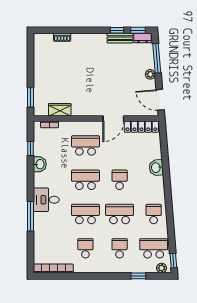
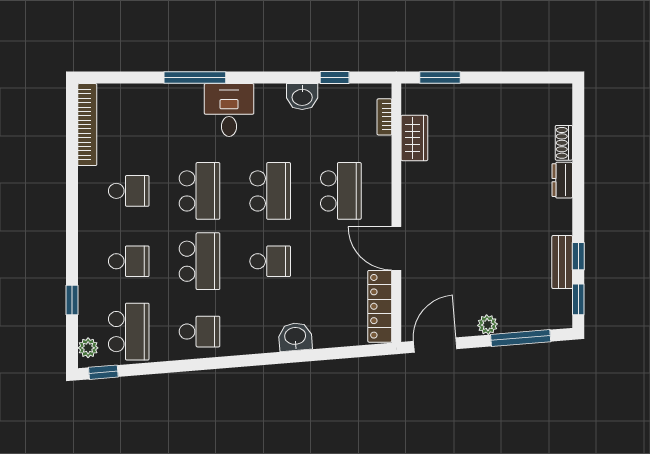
dresser: (142, 38) -> (562, 180), moved

